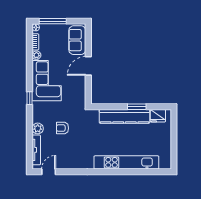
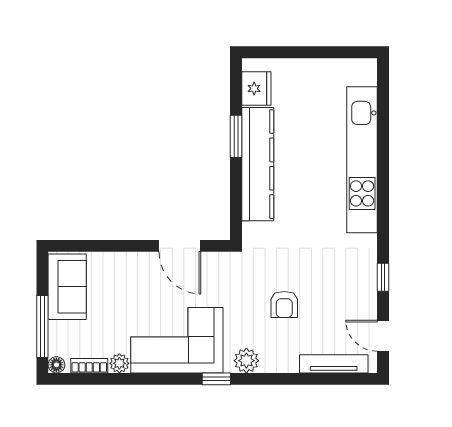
sofa: (77, 40) -> (67, 287), moved, turned -90
door: (88, 66) -> (180, 246), moved
plant: (38, 128) -> (246, 361), moved
window: (74, 172) -> (383, 277), added

